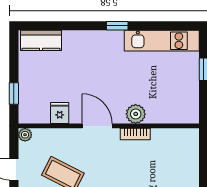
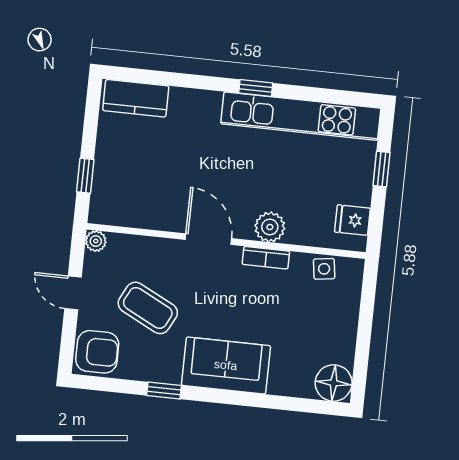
kitchen unit: (162, 41) -> (301, 116), width x1.36
fridge: (60, 113) -> (353, 220), moved, turned -90
side table: (173, 137) -> (324, 269), added

